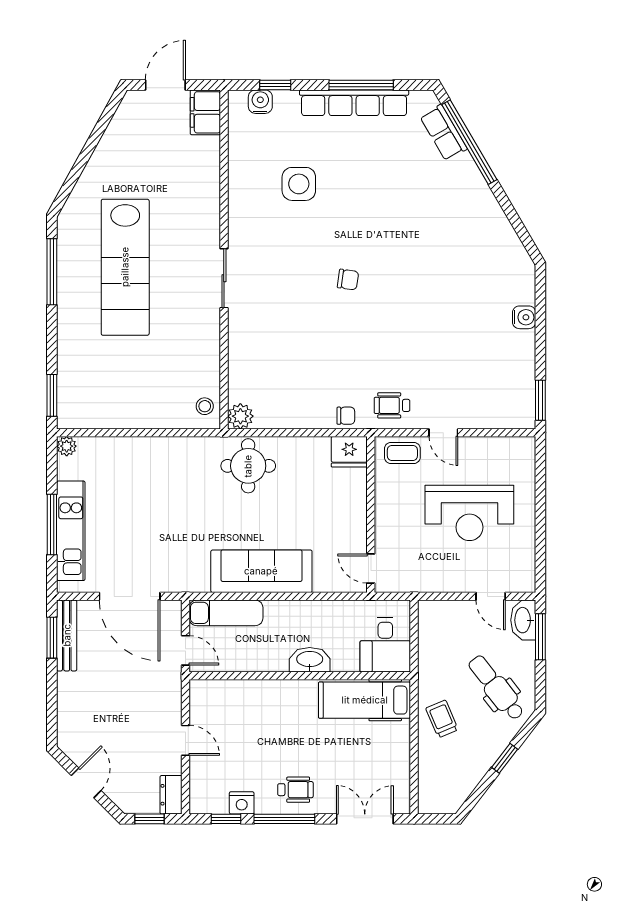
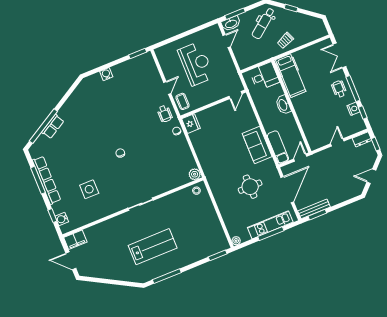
row of seats: (444, 133) -> (53, 127), moved
lab bench: (125, 267) -> (153, 247), width x0.73
round table: (248, 466) -> (250, 187), moved
sofa: (261, 571) -> (257, 145), width x0.73

